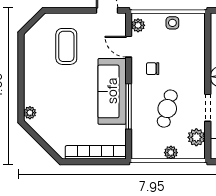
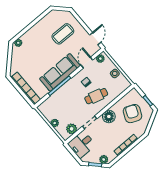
cafe table: (167, 109) -> (96, 96), moved

